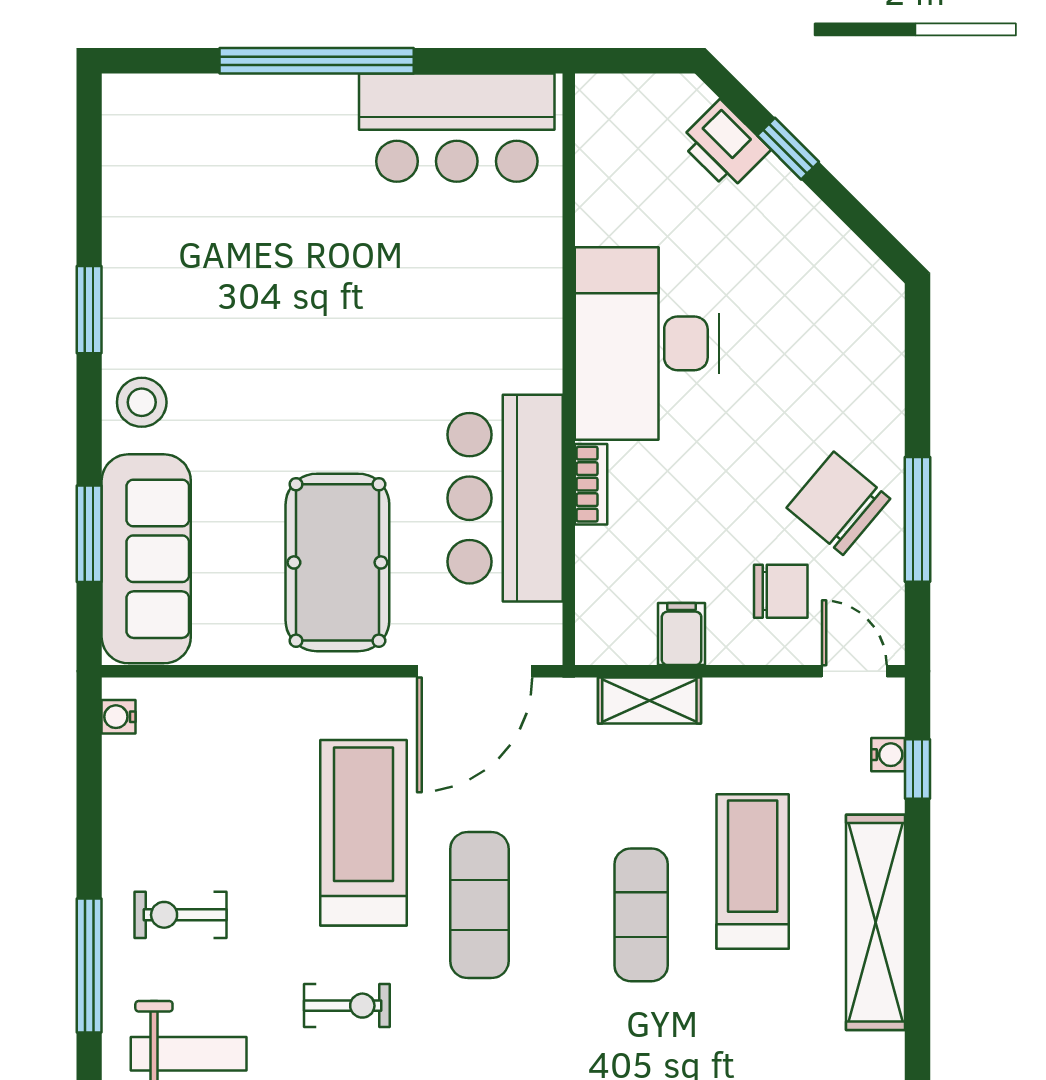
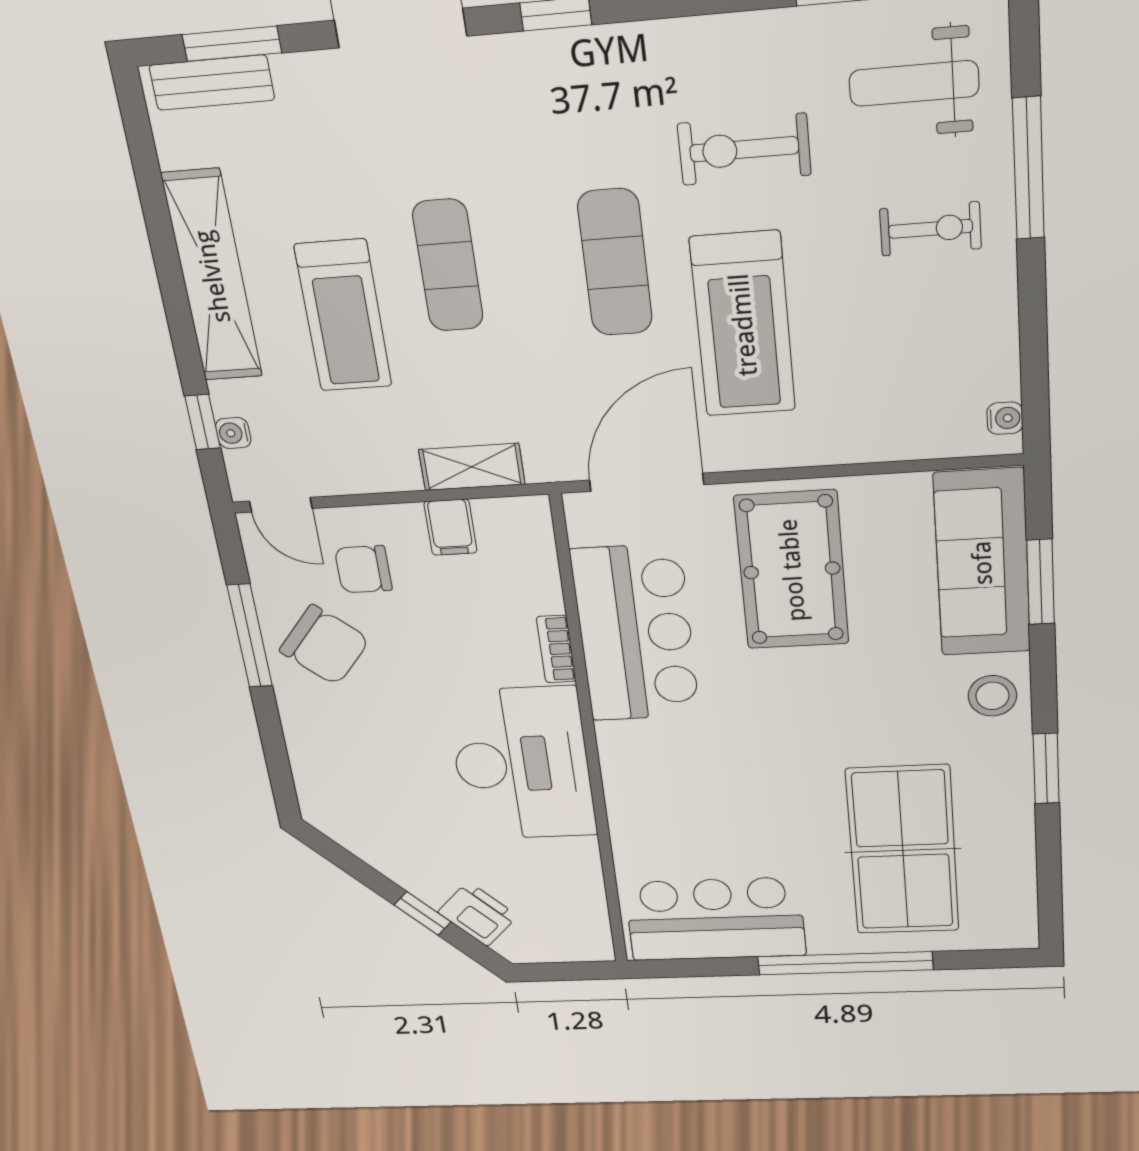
table tennis table: (244, 211) -> (903, 850), added
exercise bike: (347, 1006) -> (744, 149), width x1.38, depth x1.39

